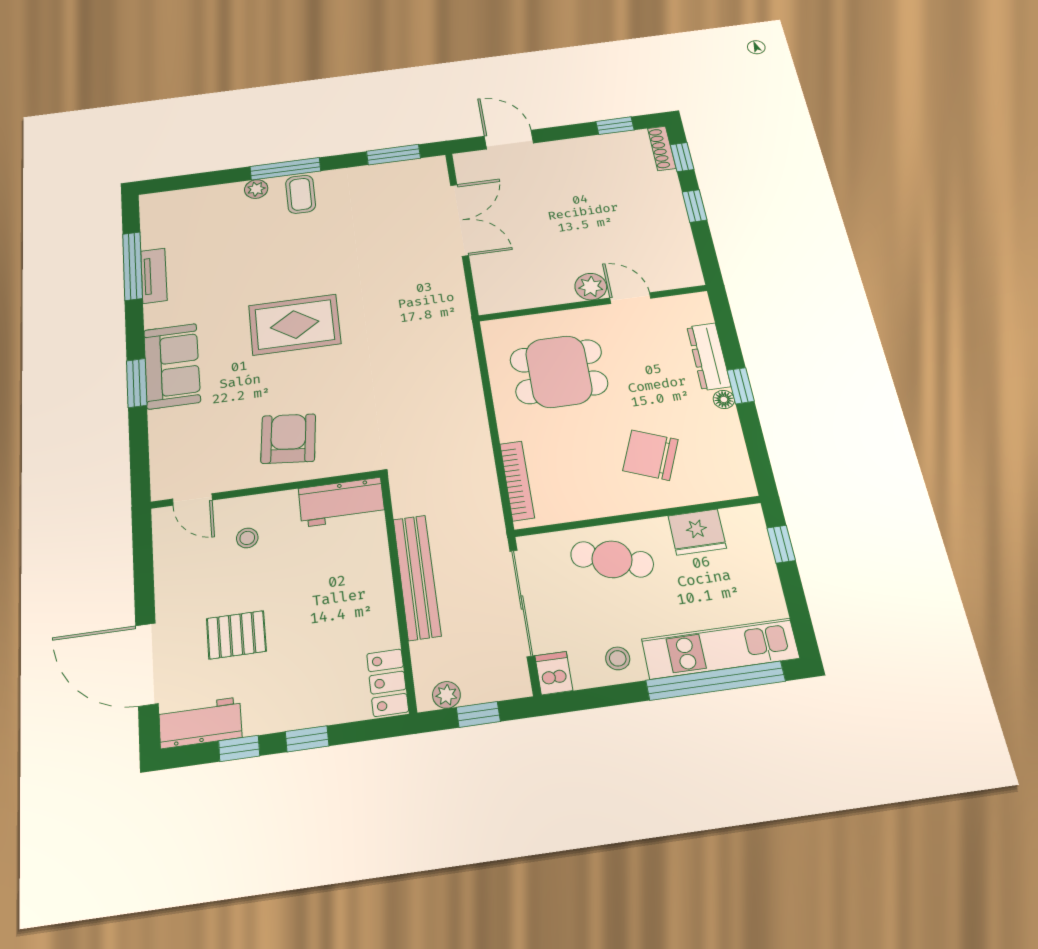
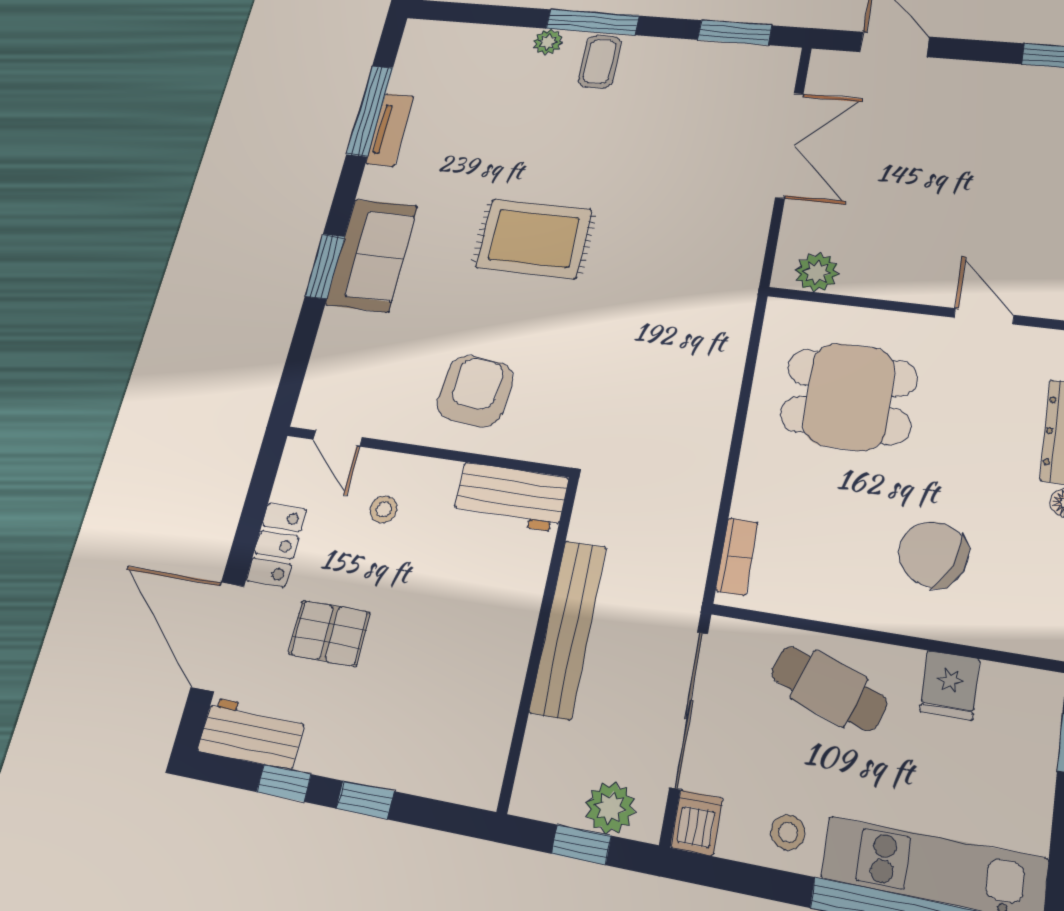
plant: (591, 287) -> (817, 272), moved
bookcase: (517, 481) -> (737, 557), width x0.64
fridge: (697, 532) -> (950, 685), width x0.72
locker: (388, 683) -> (277, 545), moved, turned 180
plant: (446, 695) -> (610, 808), moved, width x1.38, depth x1.38

